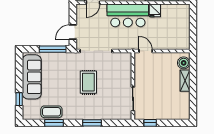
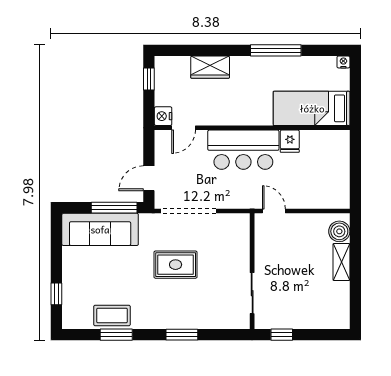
sofa: (32, 77) -> (100, 229), moved, turned 90
rug: (88, 82) -> (176, 265), turned 90

